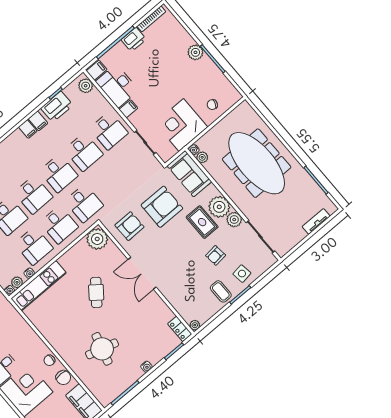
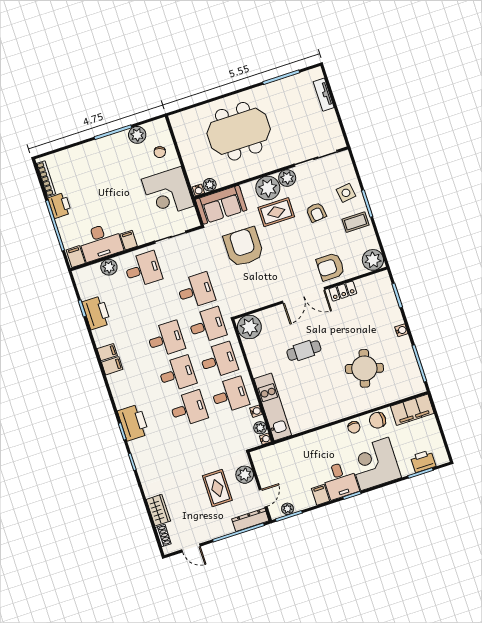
plant: (195, 52) -> (137, 135), moved
plant: (86, 86) -> (109, 267), moved
filing cabinet: (38, 121) -> (112, 366), moved
desk: (84, 152) -> (196, 291), moved
meeting table: (257, 163) -> (239, 131), width x0.73
armchair: (129, 226) -> (330, 267), moved, turned -89
cafe table: (96, 292) -> (304, 351), turned -38
plant: (195, 325) -> (373, 260), width x1.87, depth x1.87
locker: (180, 329) -> (343, 291), moved
chair: (63, 378) -> (378, 420), turned 180

